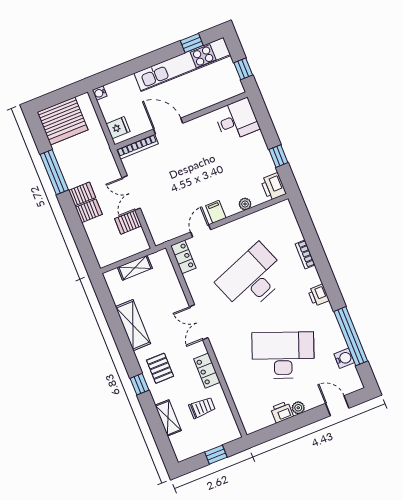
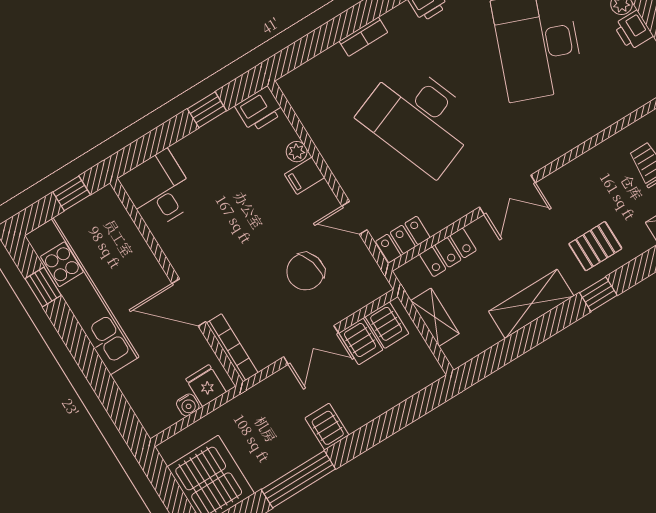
water cooler: (100, 93) -> (188, 405), moved
door: (168, 126) -> (189, 302), hinge flipped
chair: (174, 197) -> (305, 272), added
server rack: (89, 211) -> (387, 325), moved, turned 180
filing cabinet: (216, 212) -> (304, 176), moved
locker: (207, 371) -> (448, 252), moved
window: (140, 384) -> (598, 294), moved

